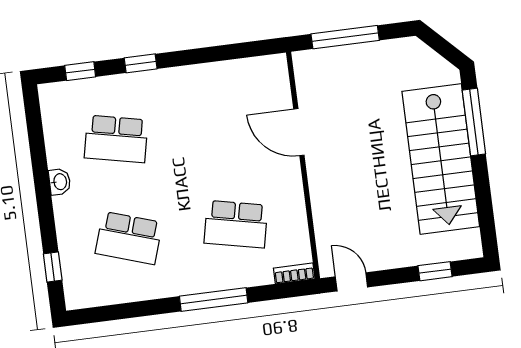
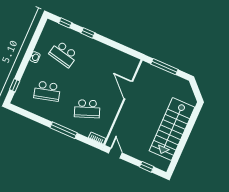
window: (474, 122) -> (191, 123), removed
school desk: (236, 224) -> (87, 109), turned -33
school desk: (129, 238) -> (47, 91), turned -33

